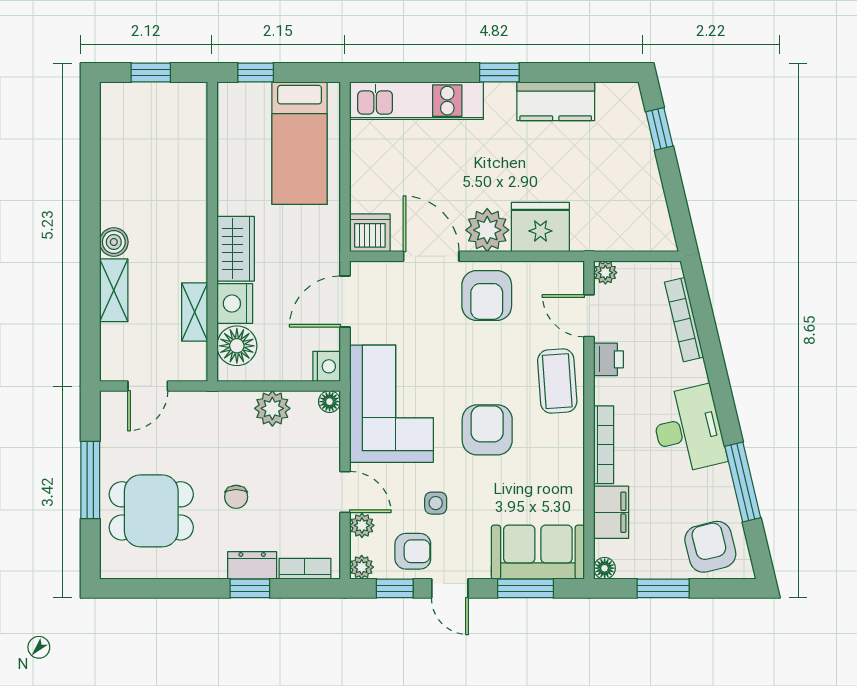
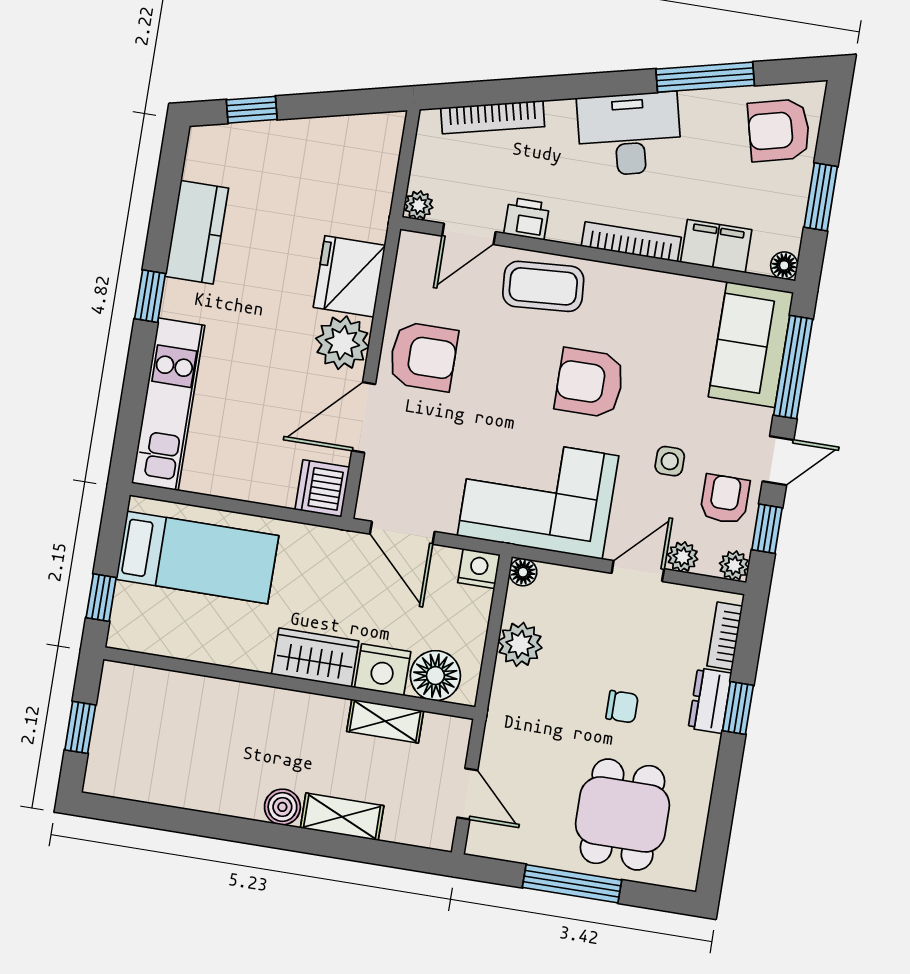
window: (526, 588) -> (793, 367), width x1.44

